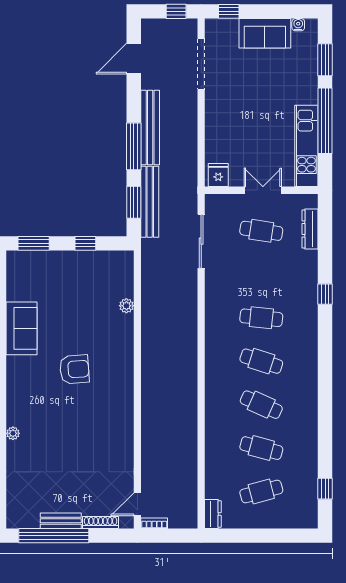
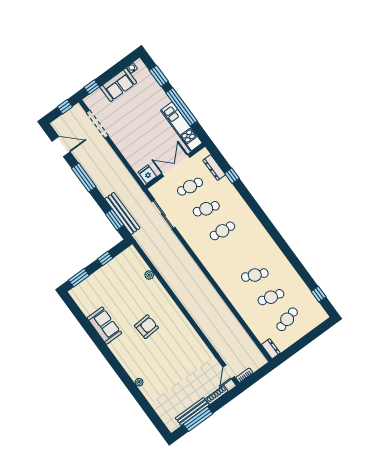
door: (134, 59) -> (61, 146), swing flipped
bench: (150, 127) -> (95, 175), removed
window: (134, 146) -> (84, 177), moved
double door: (263, 190) -> (176, 165), width x1.37
window: (325, 294) -> (232, 176), moved
cafe table: (261, 361) -> (206, 209), moved
bench: (61, 521) -> (192, 412), width x1.36
window: (54, 536) -> (198, 419), width x0.68

